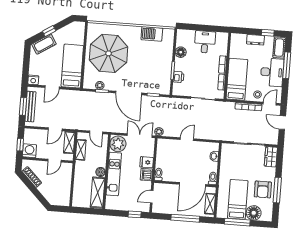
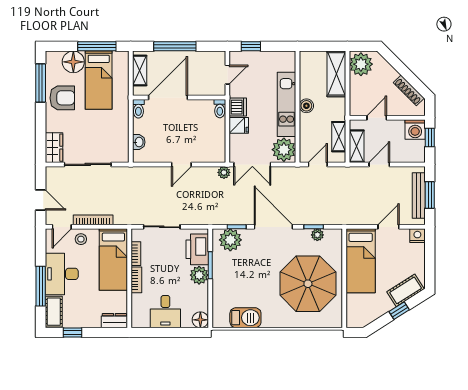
dresser: (255, 40) -> (114, 321), moved
floor lamp: (181, 52) -> (200, 320), moved
plant: (181, 65) -> (199, 275), added
printer: (179, 77) -> (197, 249), width x1.87, depth x1.48
plant: (158, 86) -> (230, 240), added
door: (96, 132) -> (318, 164), hinge flipped
armchair: (263, 189) -> (62, 98), turned 90
window: (277, 190) -> (41, 83), moved
shelving: (98, 193) -> (336, 74), moved
plant: (62, 197) -> (361, 64), added

